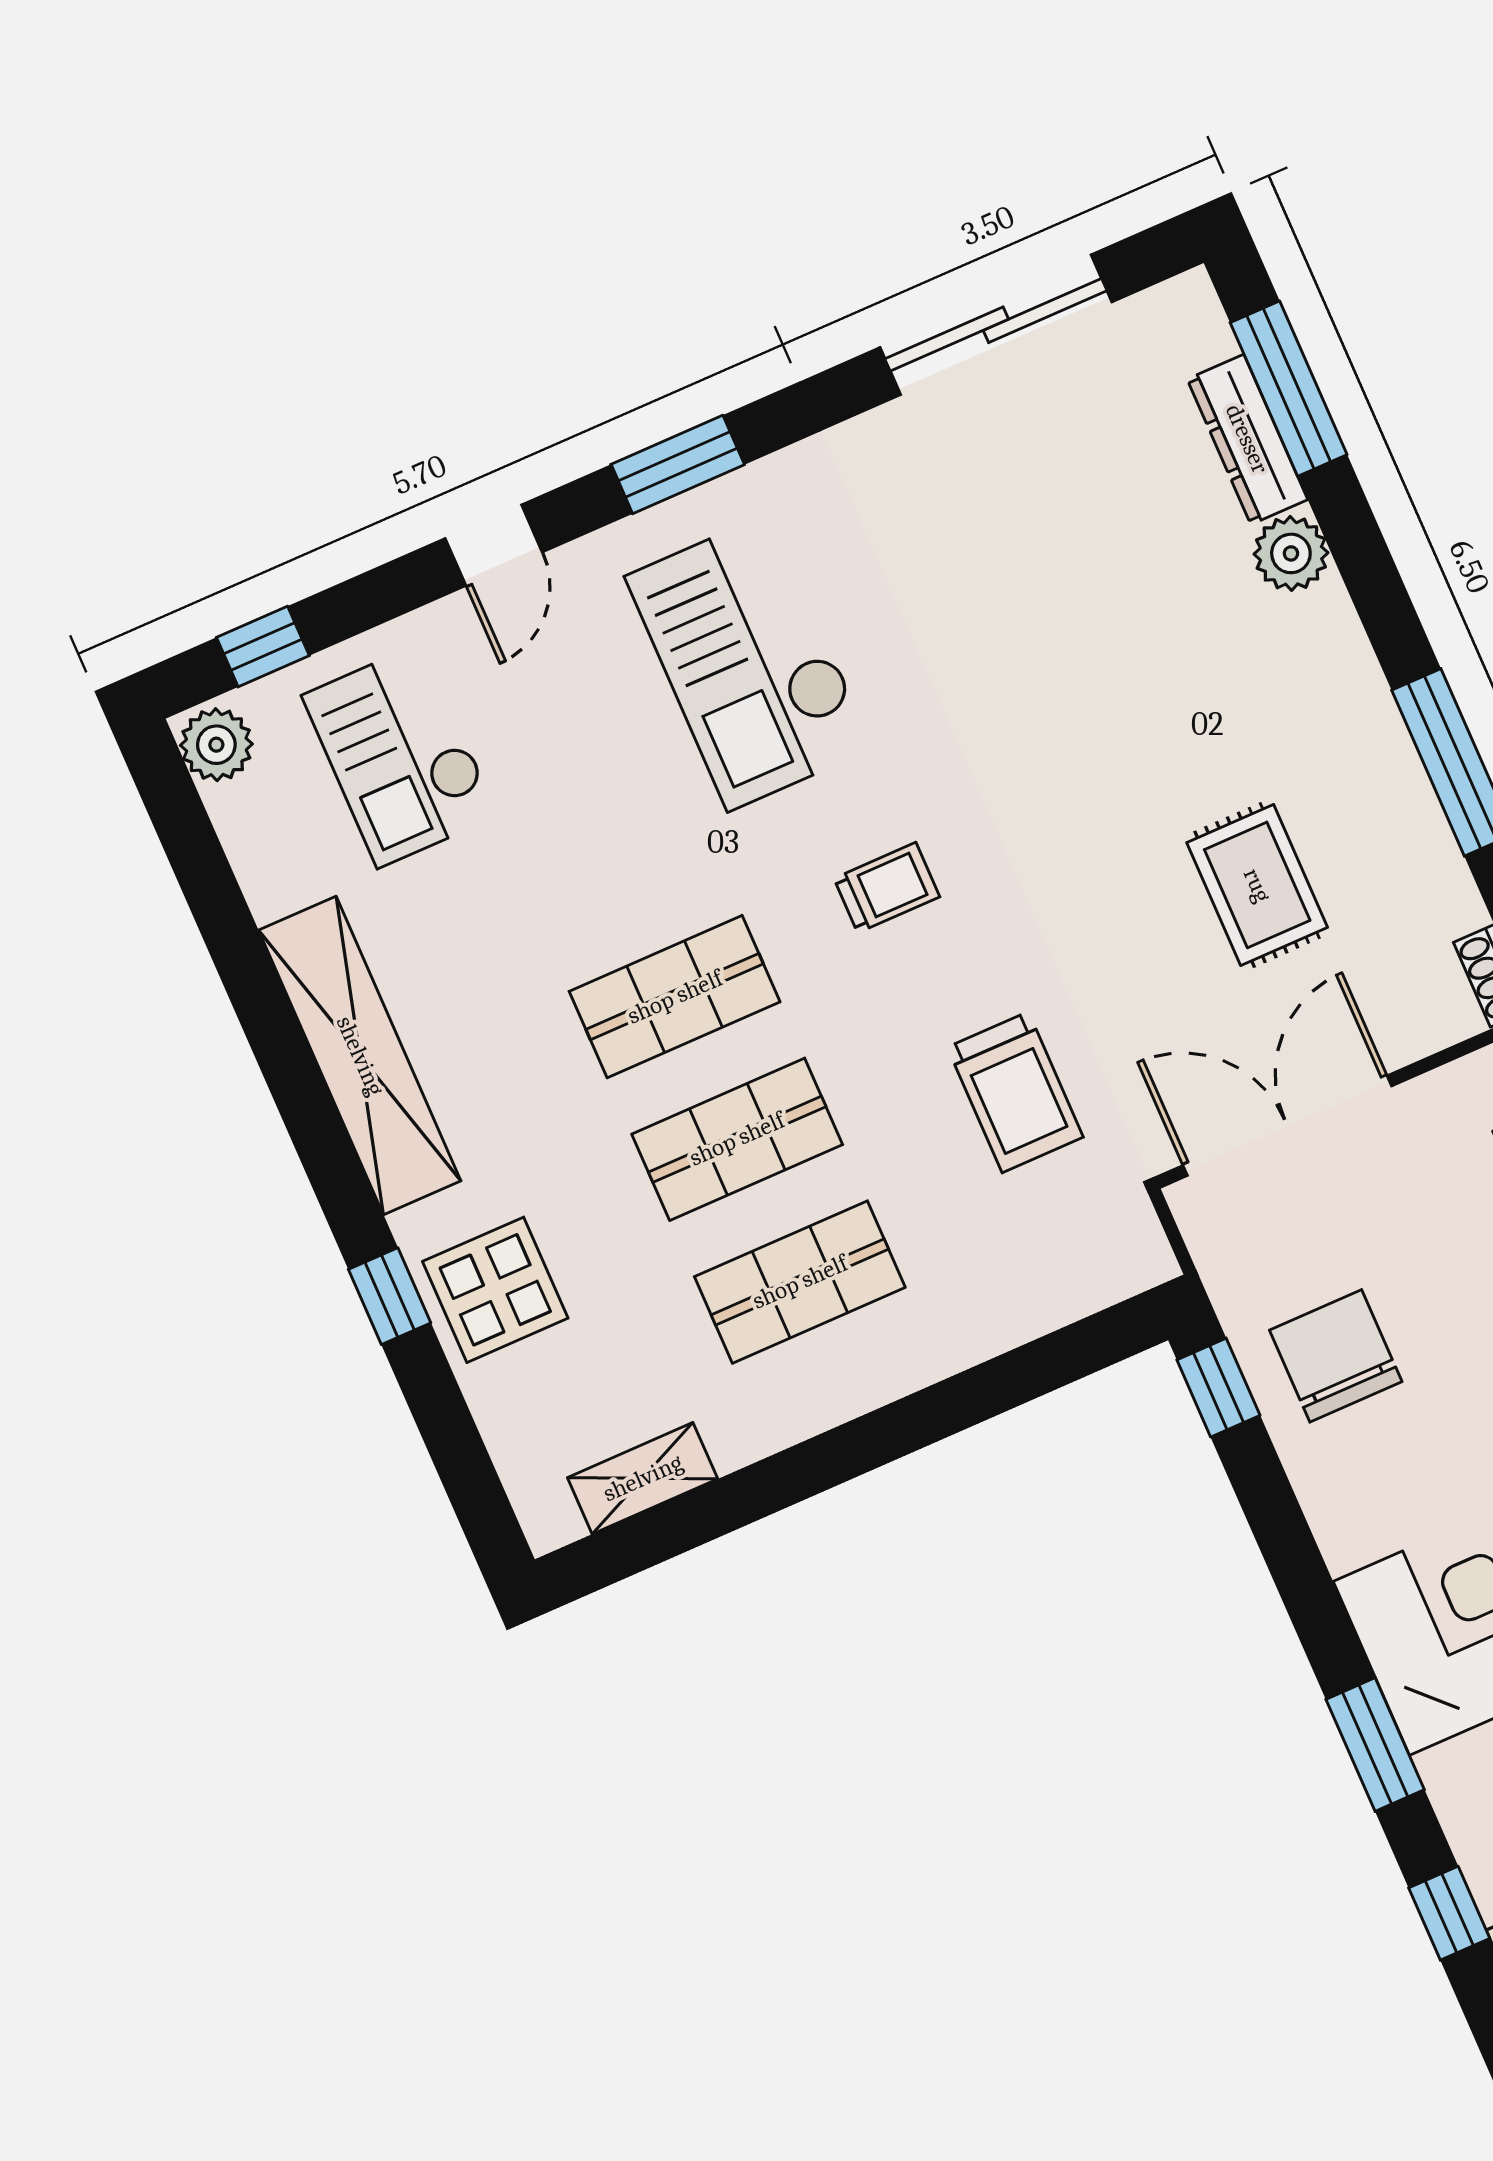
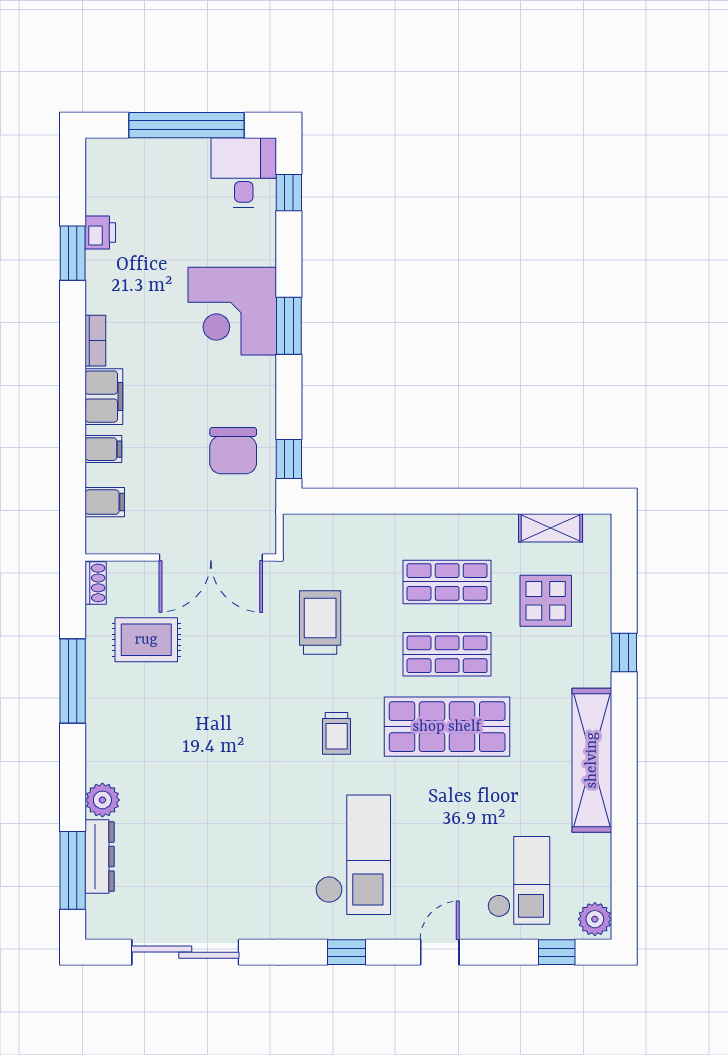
window: (678, 464) -> (346, 952), width x0.67
rug: (1257, 885) -> (146, 640), moved, turned 90
trolley: (887, 888) -> (337, 733), turned -90
shop shelf: (675, 997) -> (447, 727), width x1.43, depth x1.36
display table: (495, 1290) -> (546, 601), moved
window: (1375, 1745) -> (289, 326), moved

